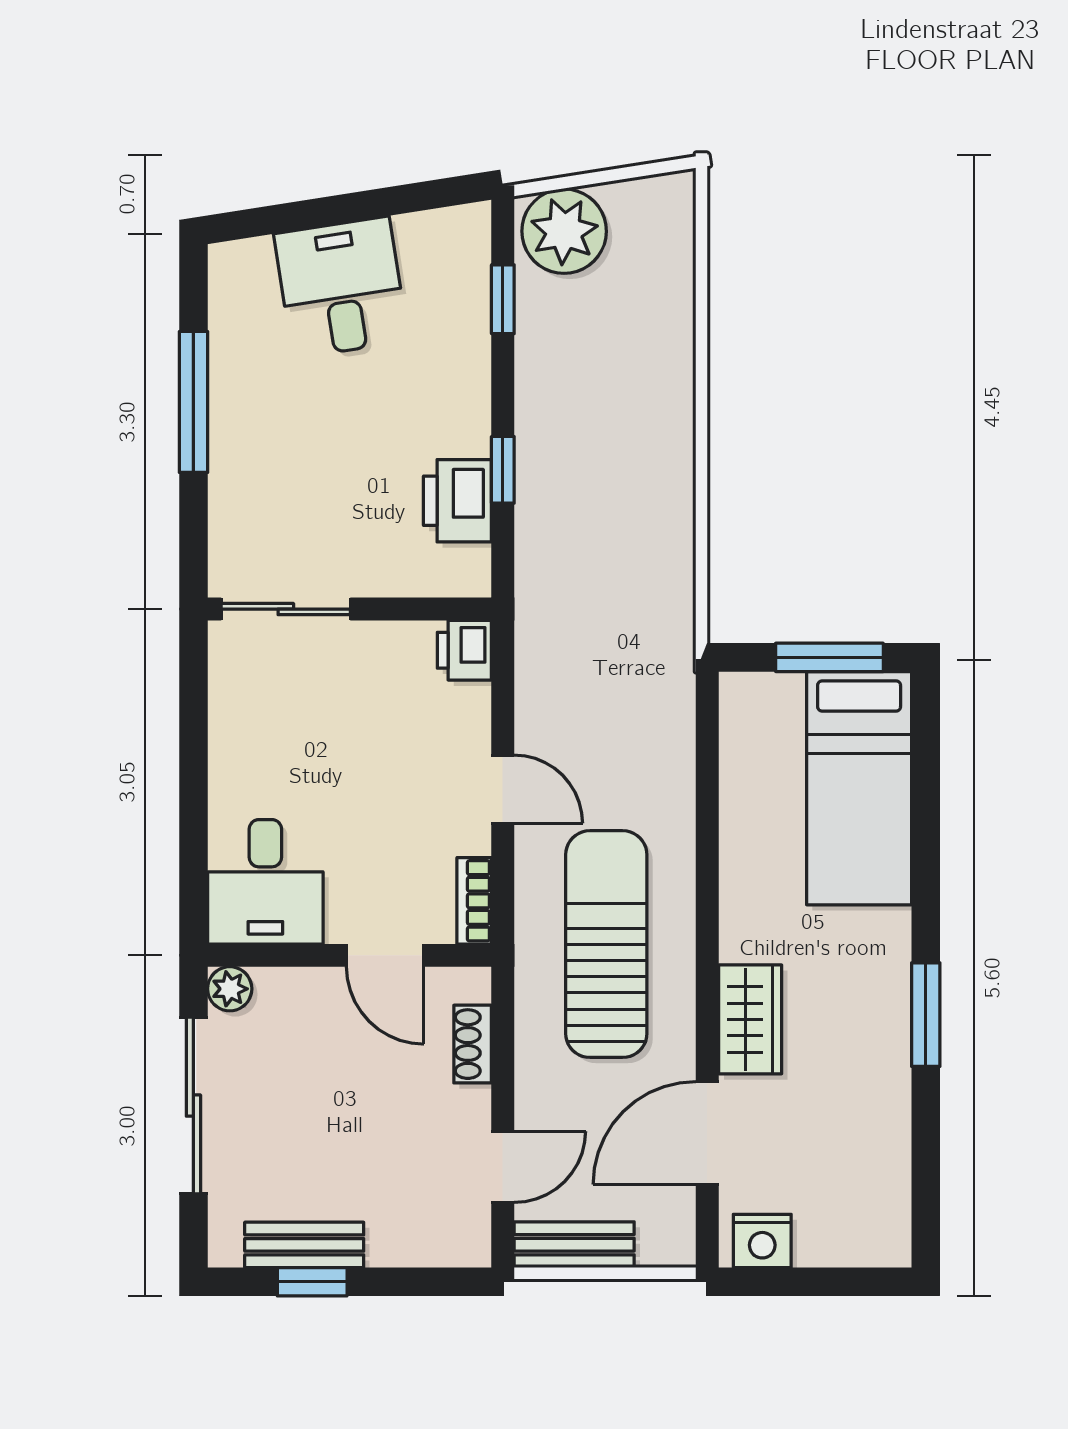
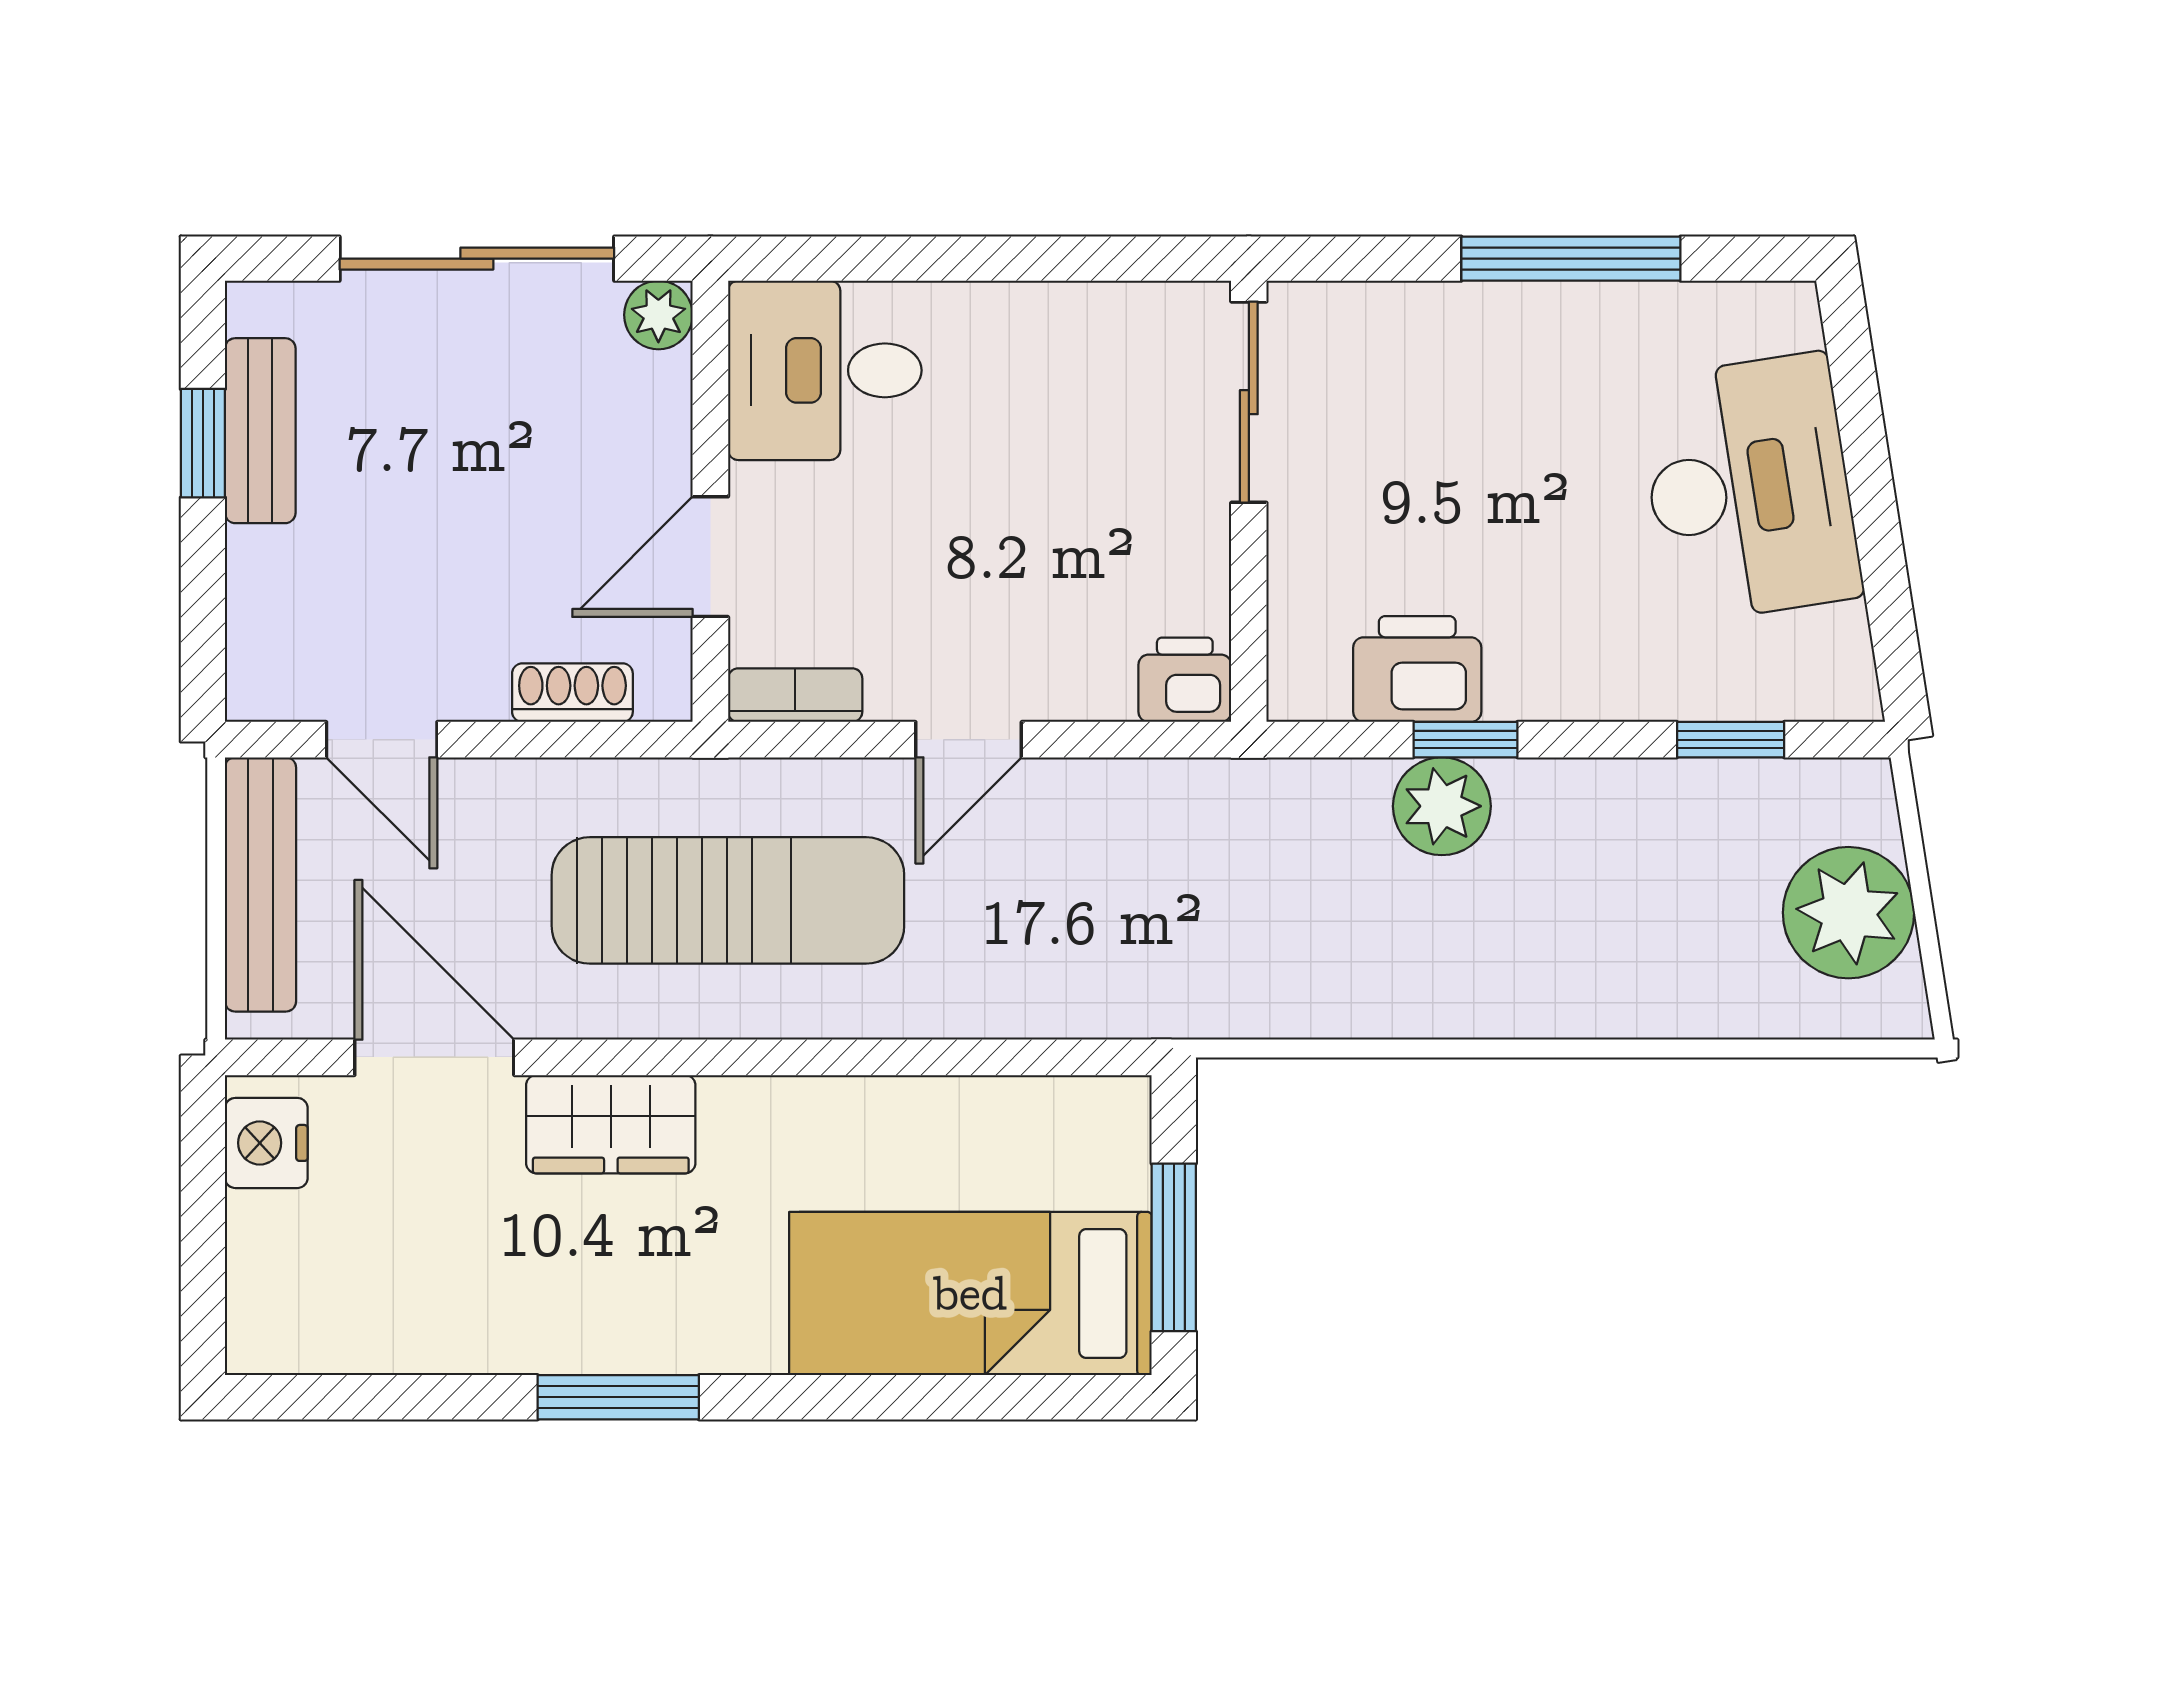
plant: (564, 231) -> (1849, 913), moved
desk: (341, 287) -> (1749, 488), width x1.37
plant: (546, 485) -> (1442, 806), added
bench: (574, 1245) -> (261, 884), width x1.36

